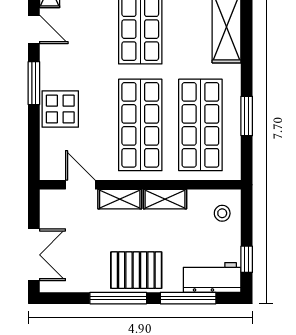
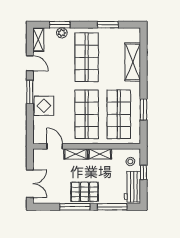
window: (247, 259) -> (143, 172), moved
workbench: (212, 277) -> (132, 187), moved, turned -90

